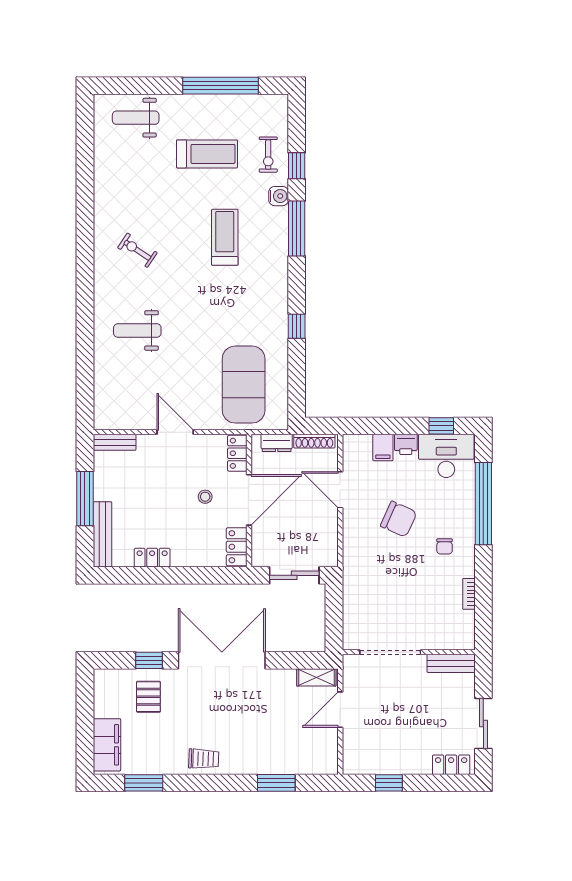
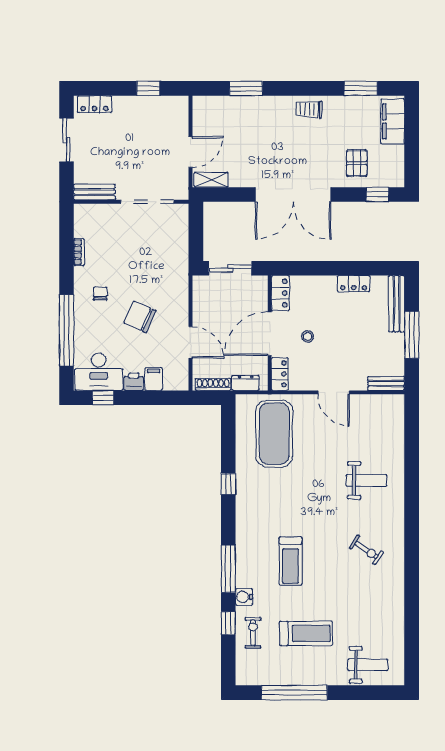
treadmill: (207, 154) -> (306, 633), turned 180
window: (149, 660) -> (377, 195), moved

